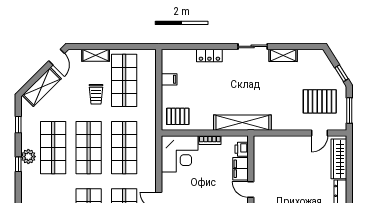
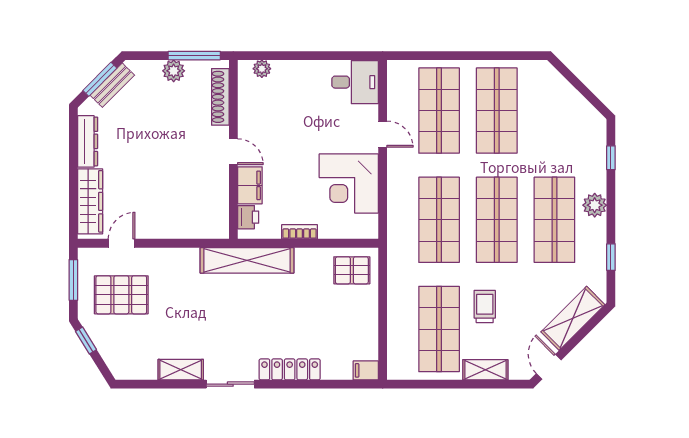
locker: (209, 55) -> (290, 369), width x1.53
filing cabinet: (169, 79) -> (366, 370), moved
corner desk: (180, 154) -> (349, 183), moved, turned -90
window: (18, 164) -> (611, 158), moved

